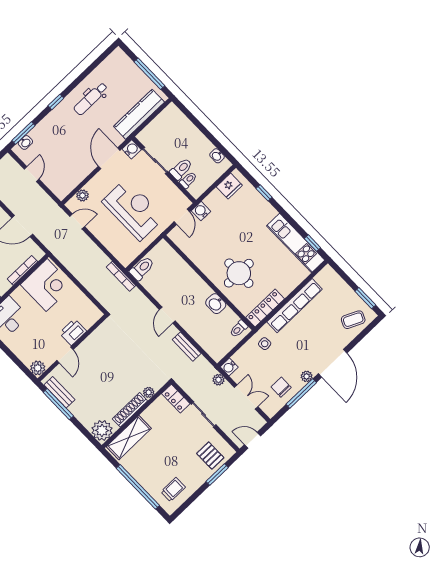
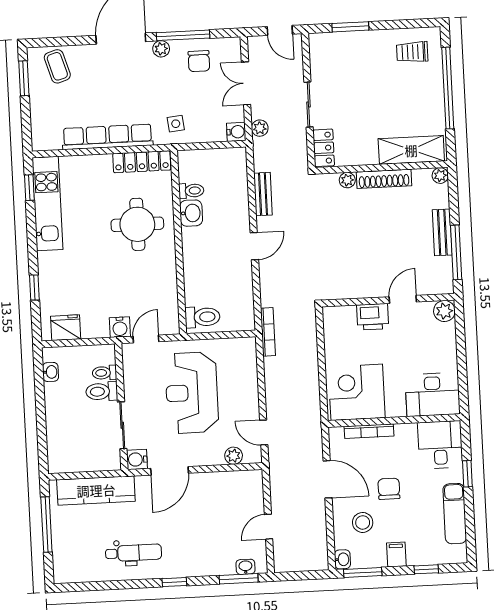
toilet: (142, 268) -> (203, 317), moved, turned 180
coffee table: (353, 320) -> (57, 66), turned 48
toilet: (239, 329) -> (191, 191), moved
bench: (59, 392) -> (442, 232), moved
plant: (102, 430) -> (440, 176), width x0.53, depth x0.53
pallet: (210, 456) -> (340, 54), removed

